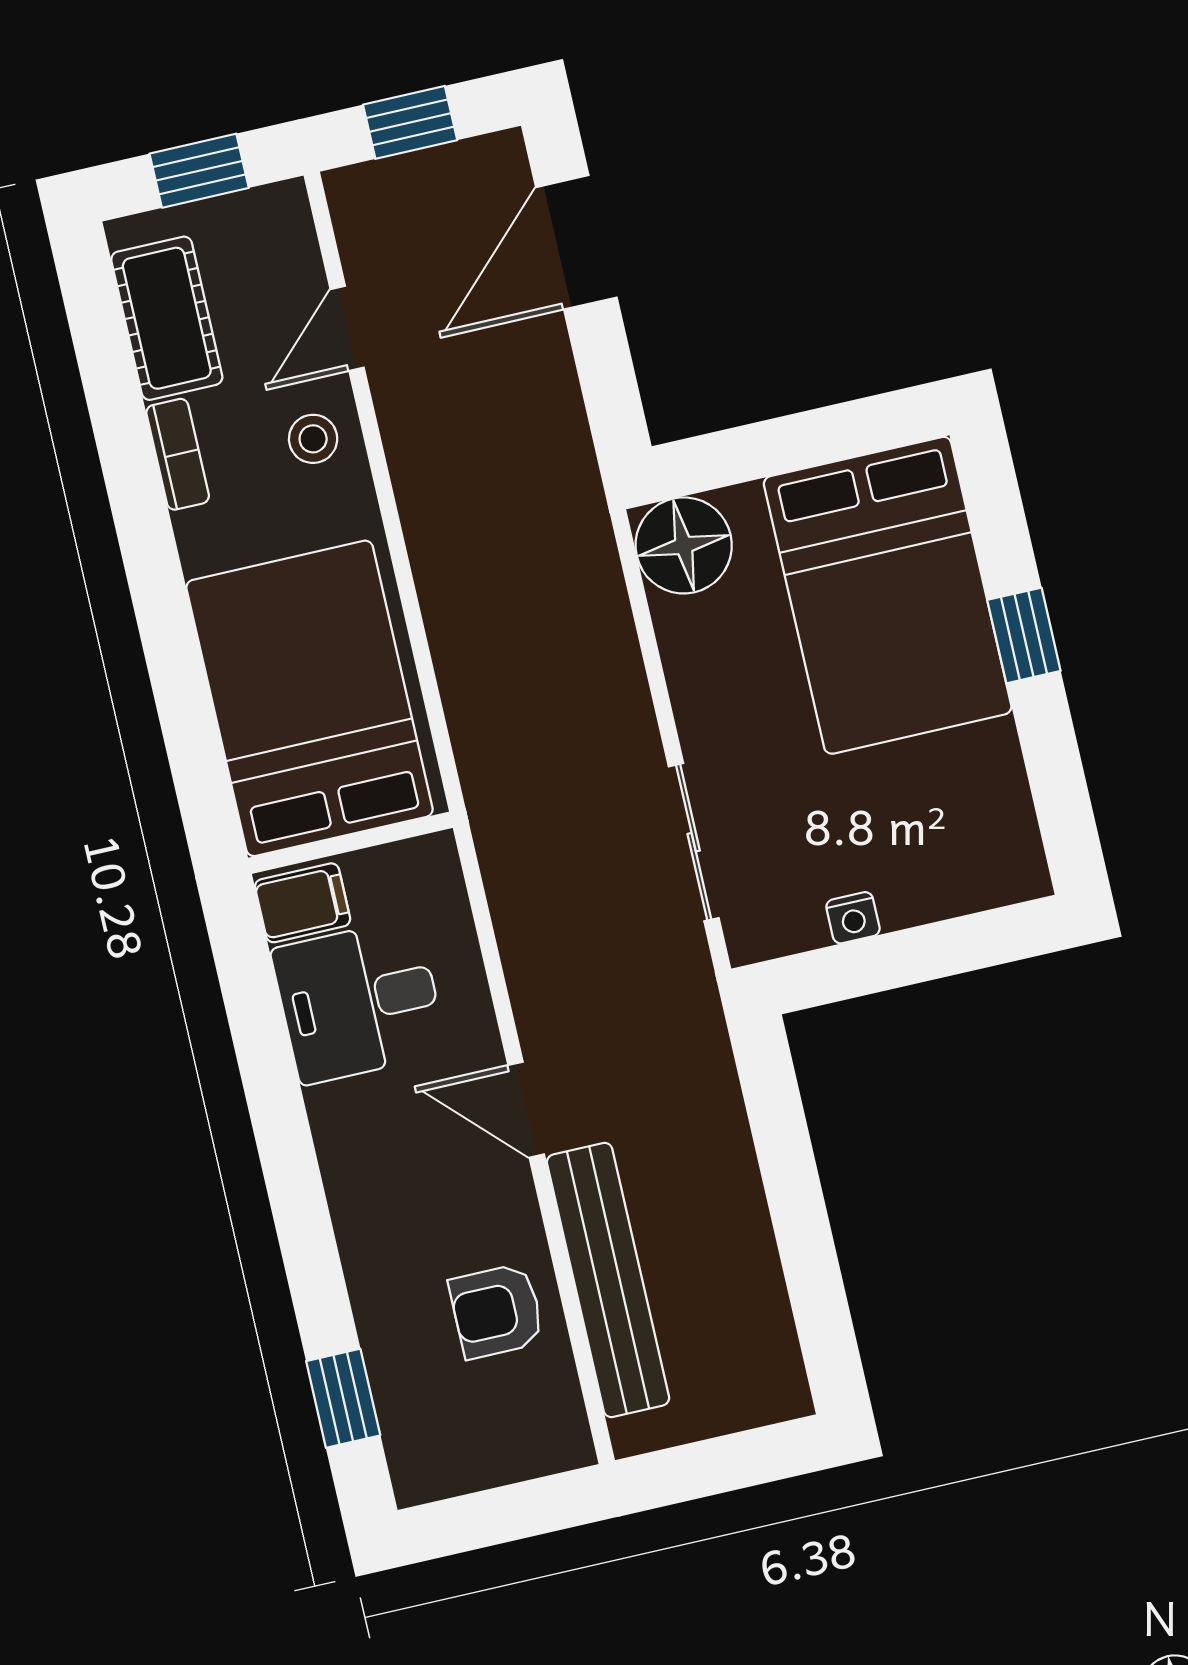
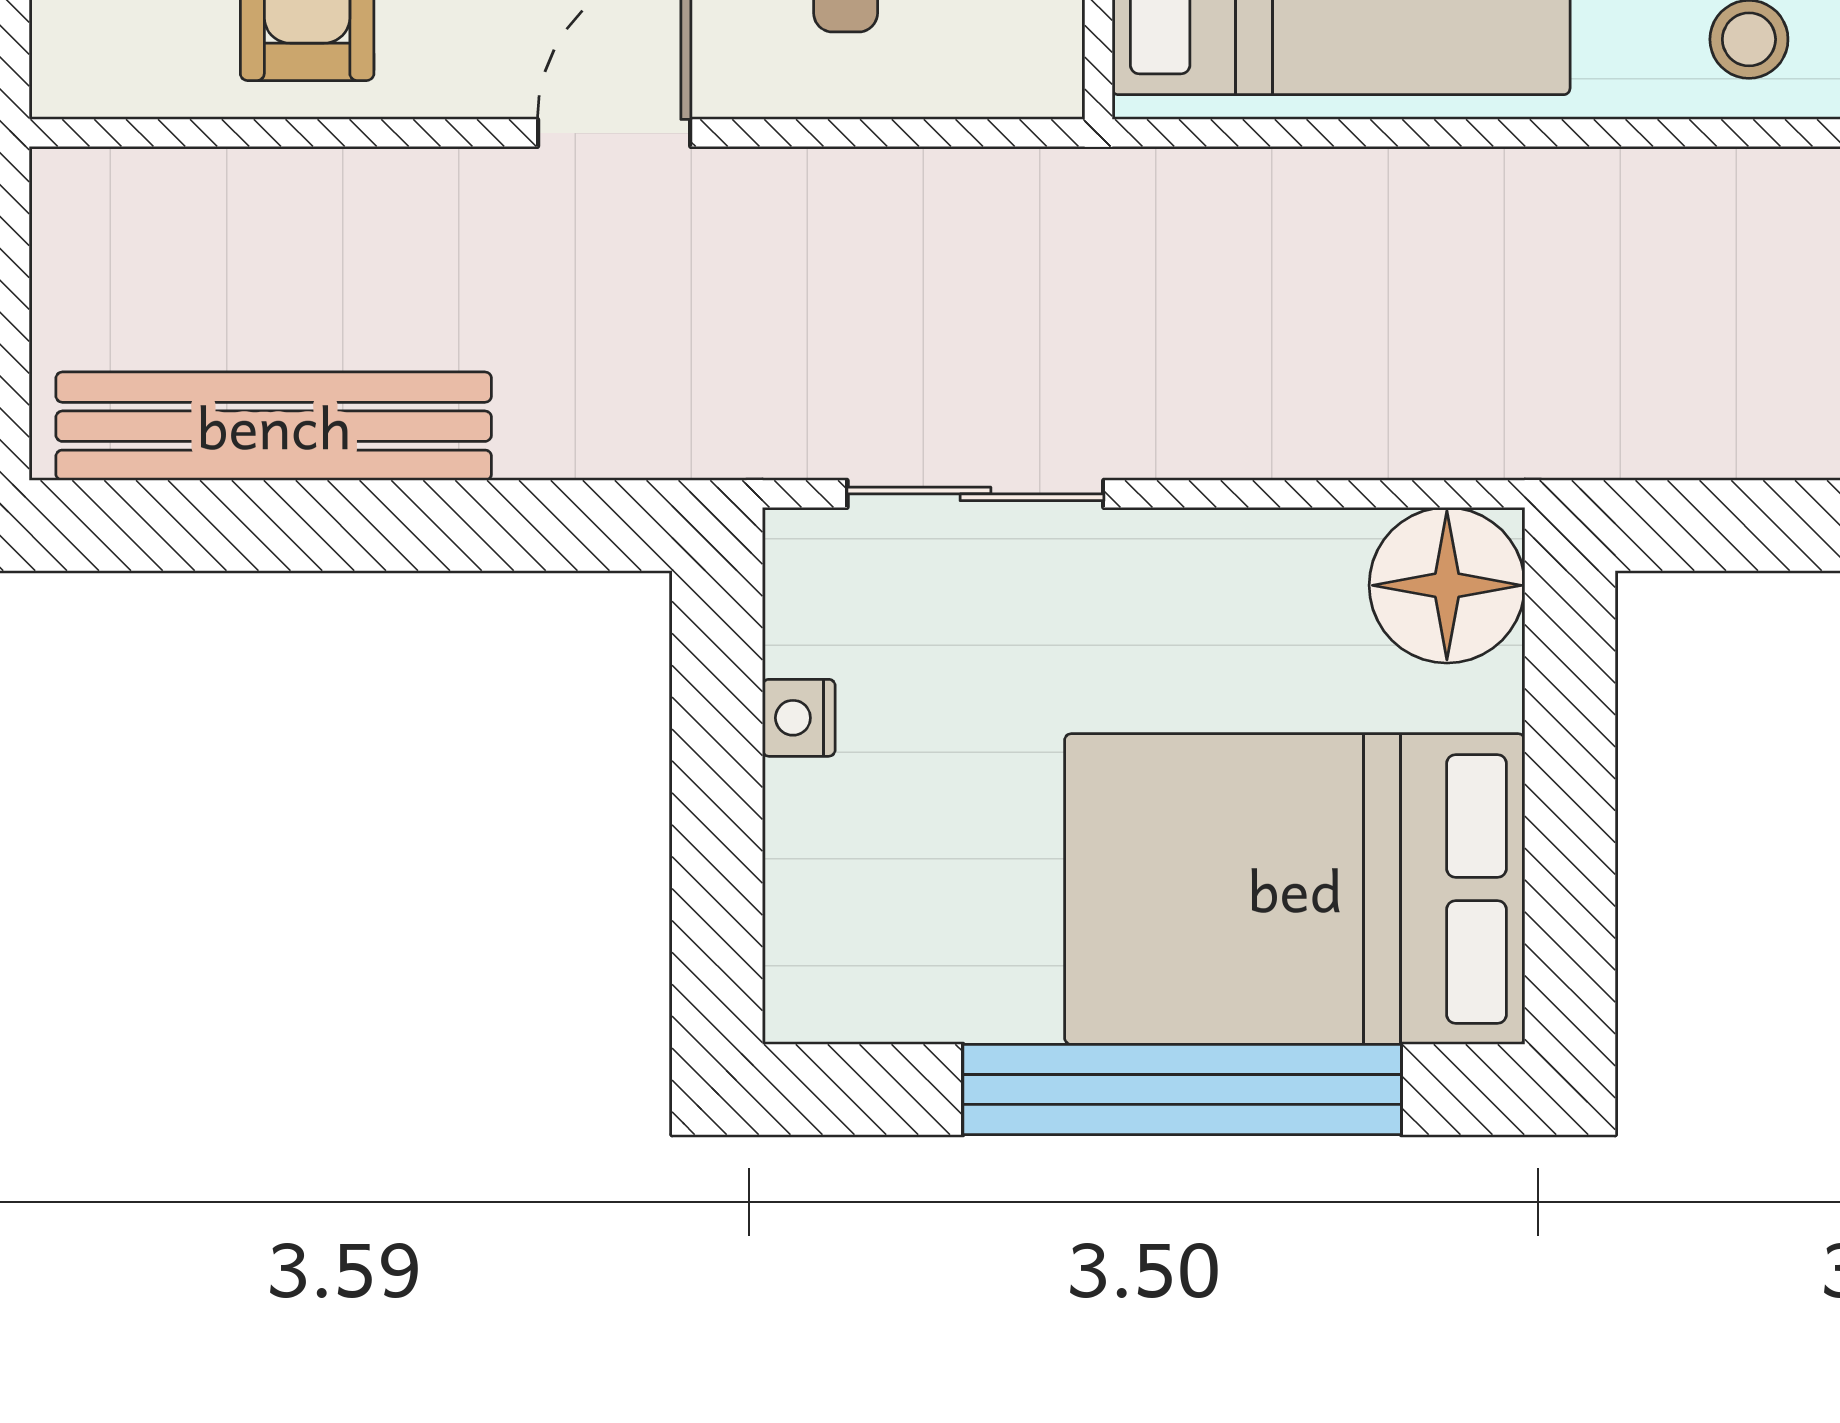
window: (1024, 635) -> (1182, 1089), width x3.17
bench: (608, 1280) -> (274, 426), moved

